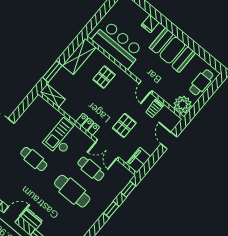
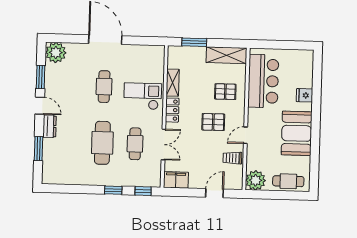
shelving: (53, 96) -> (173, 83), moved
pallet: (124, 125) -> (213, 122), moved
double door: (107, 149) -> (163, 144), swing flipped

